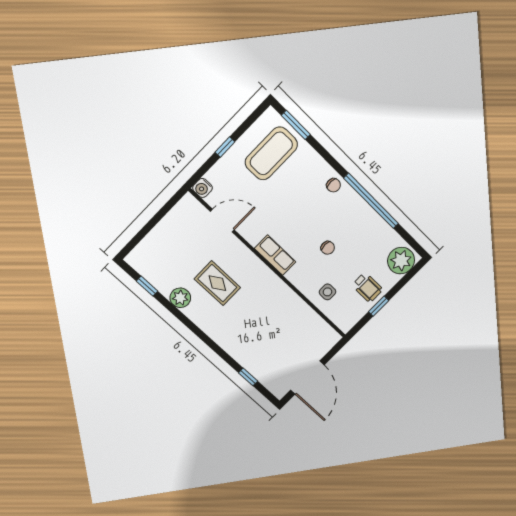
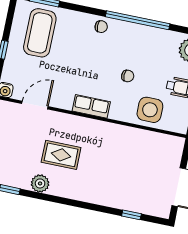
side table: (327, 292) -> (150, 110), width x1.87, depth x1.87

